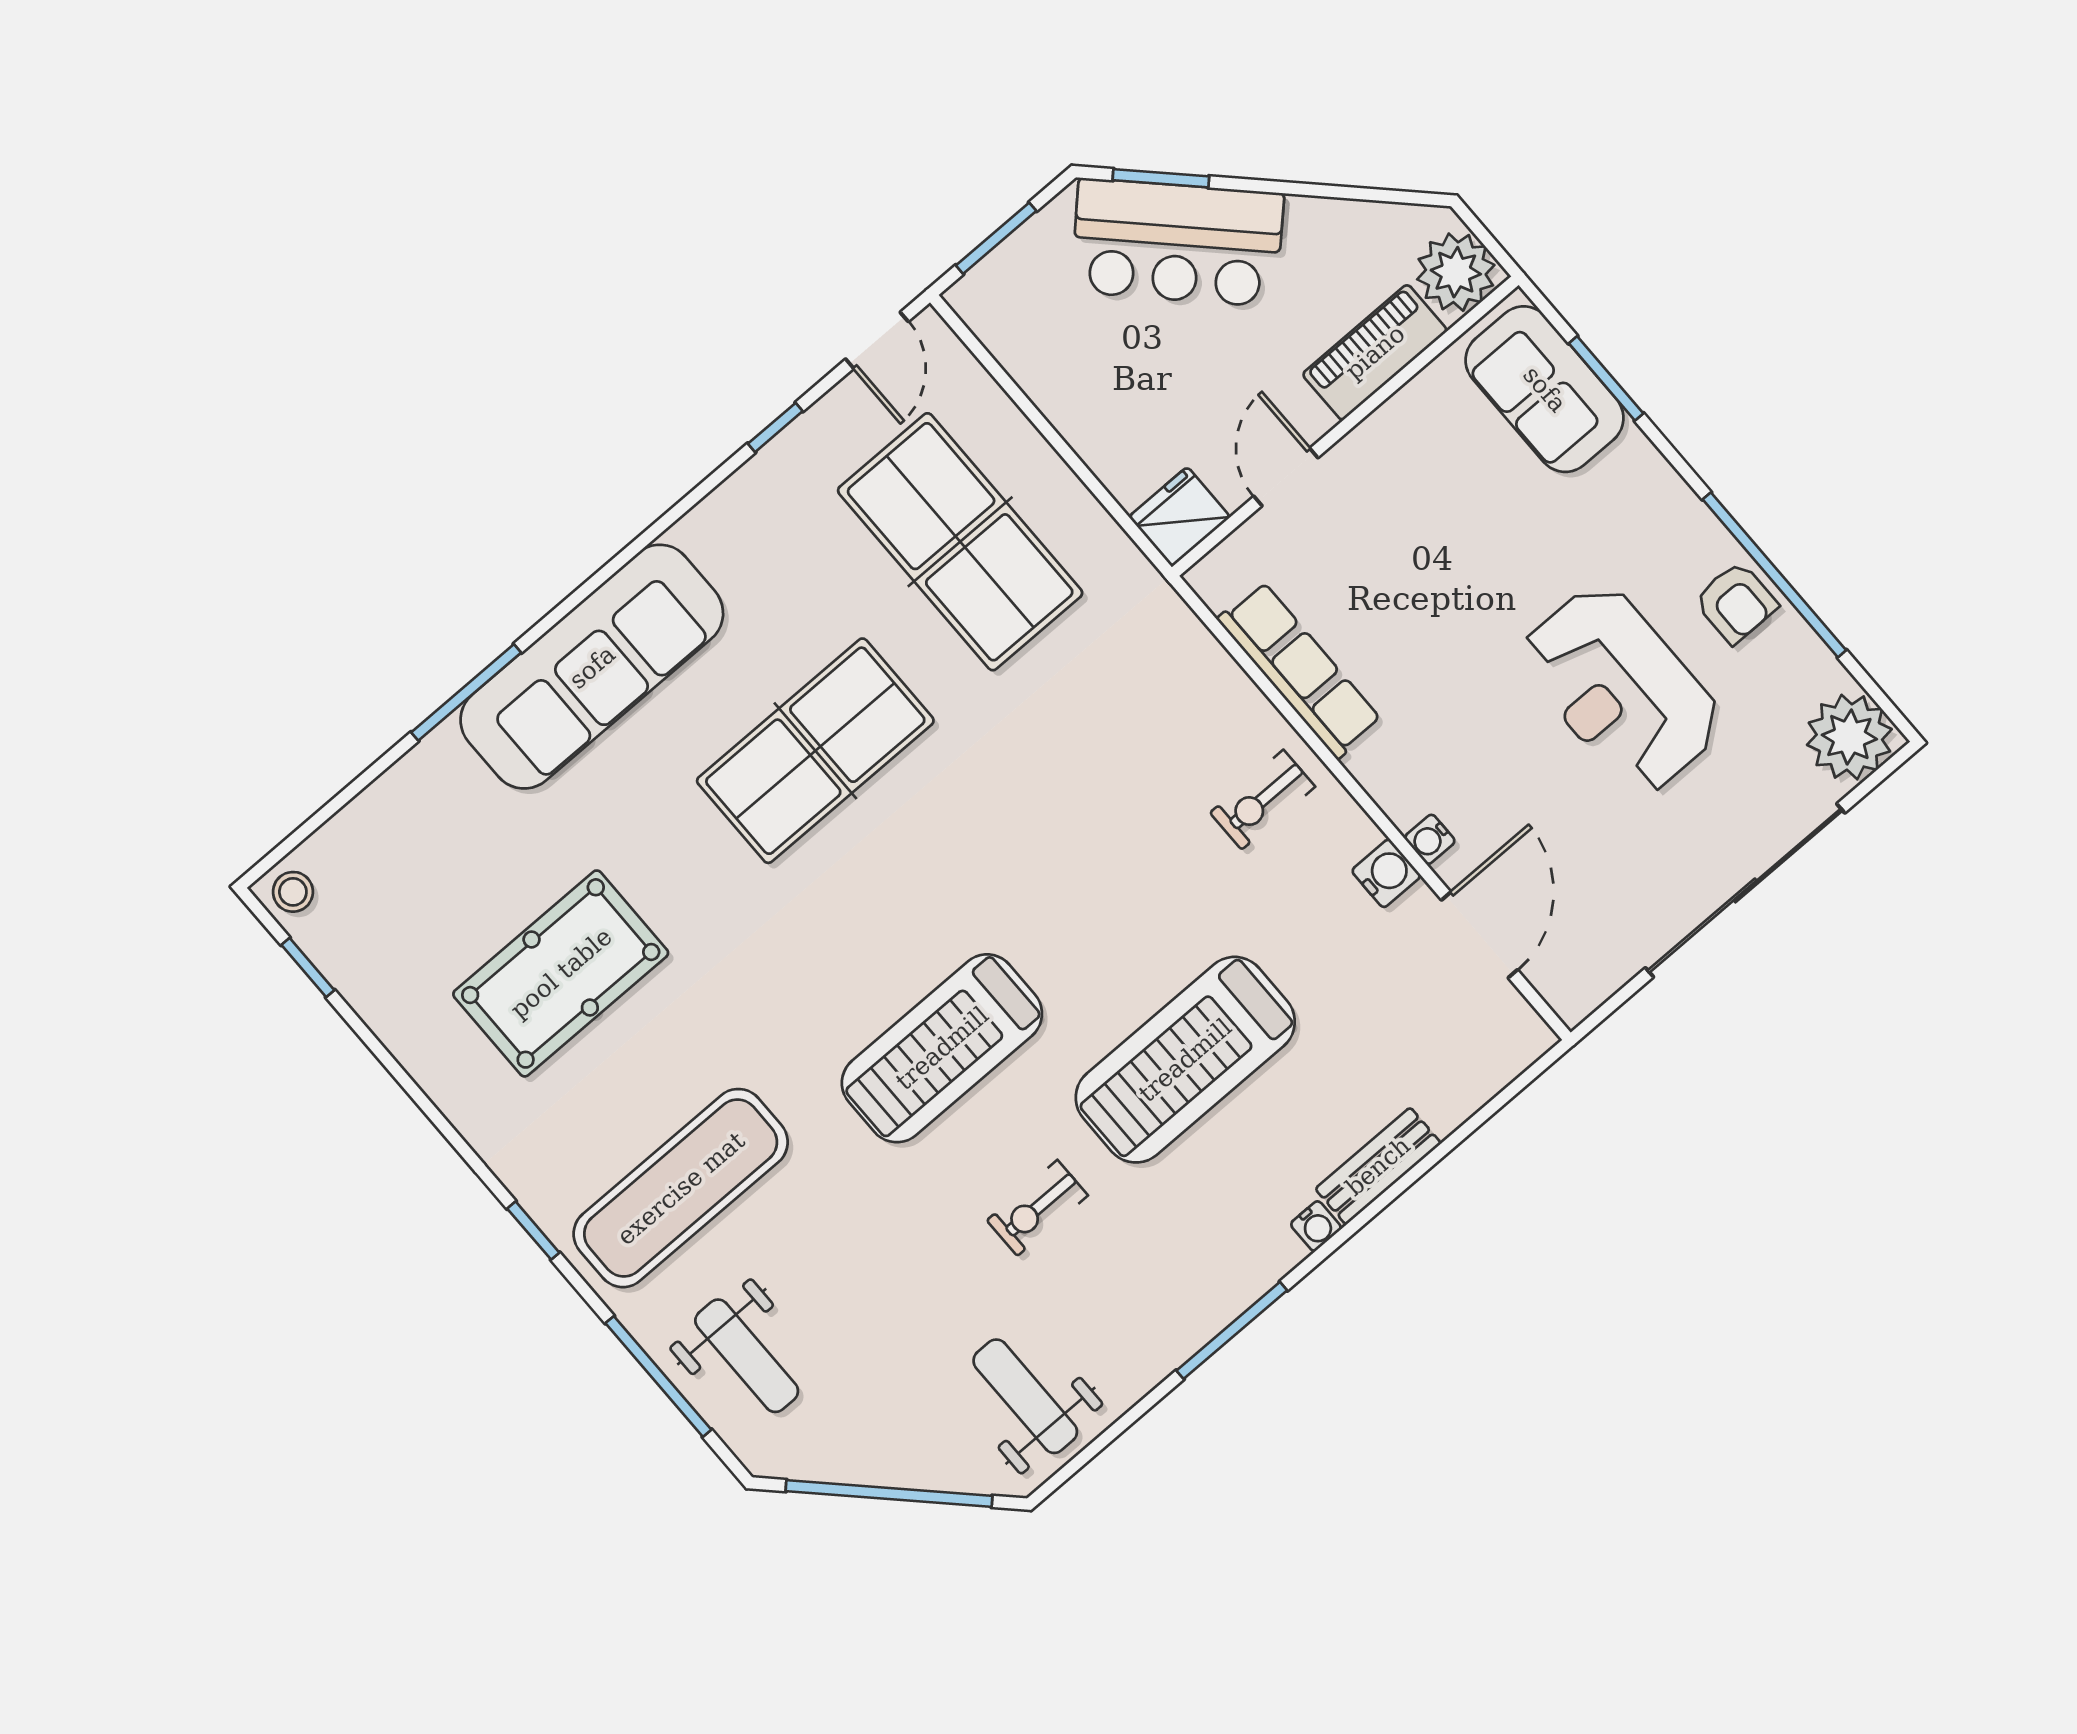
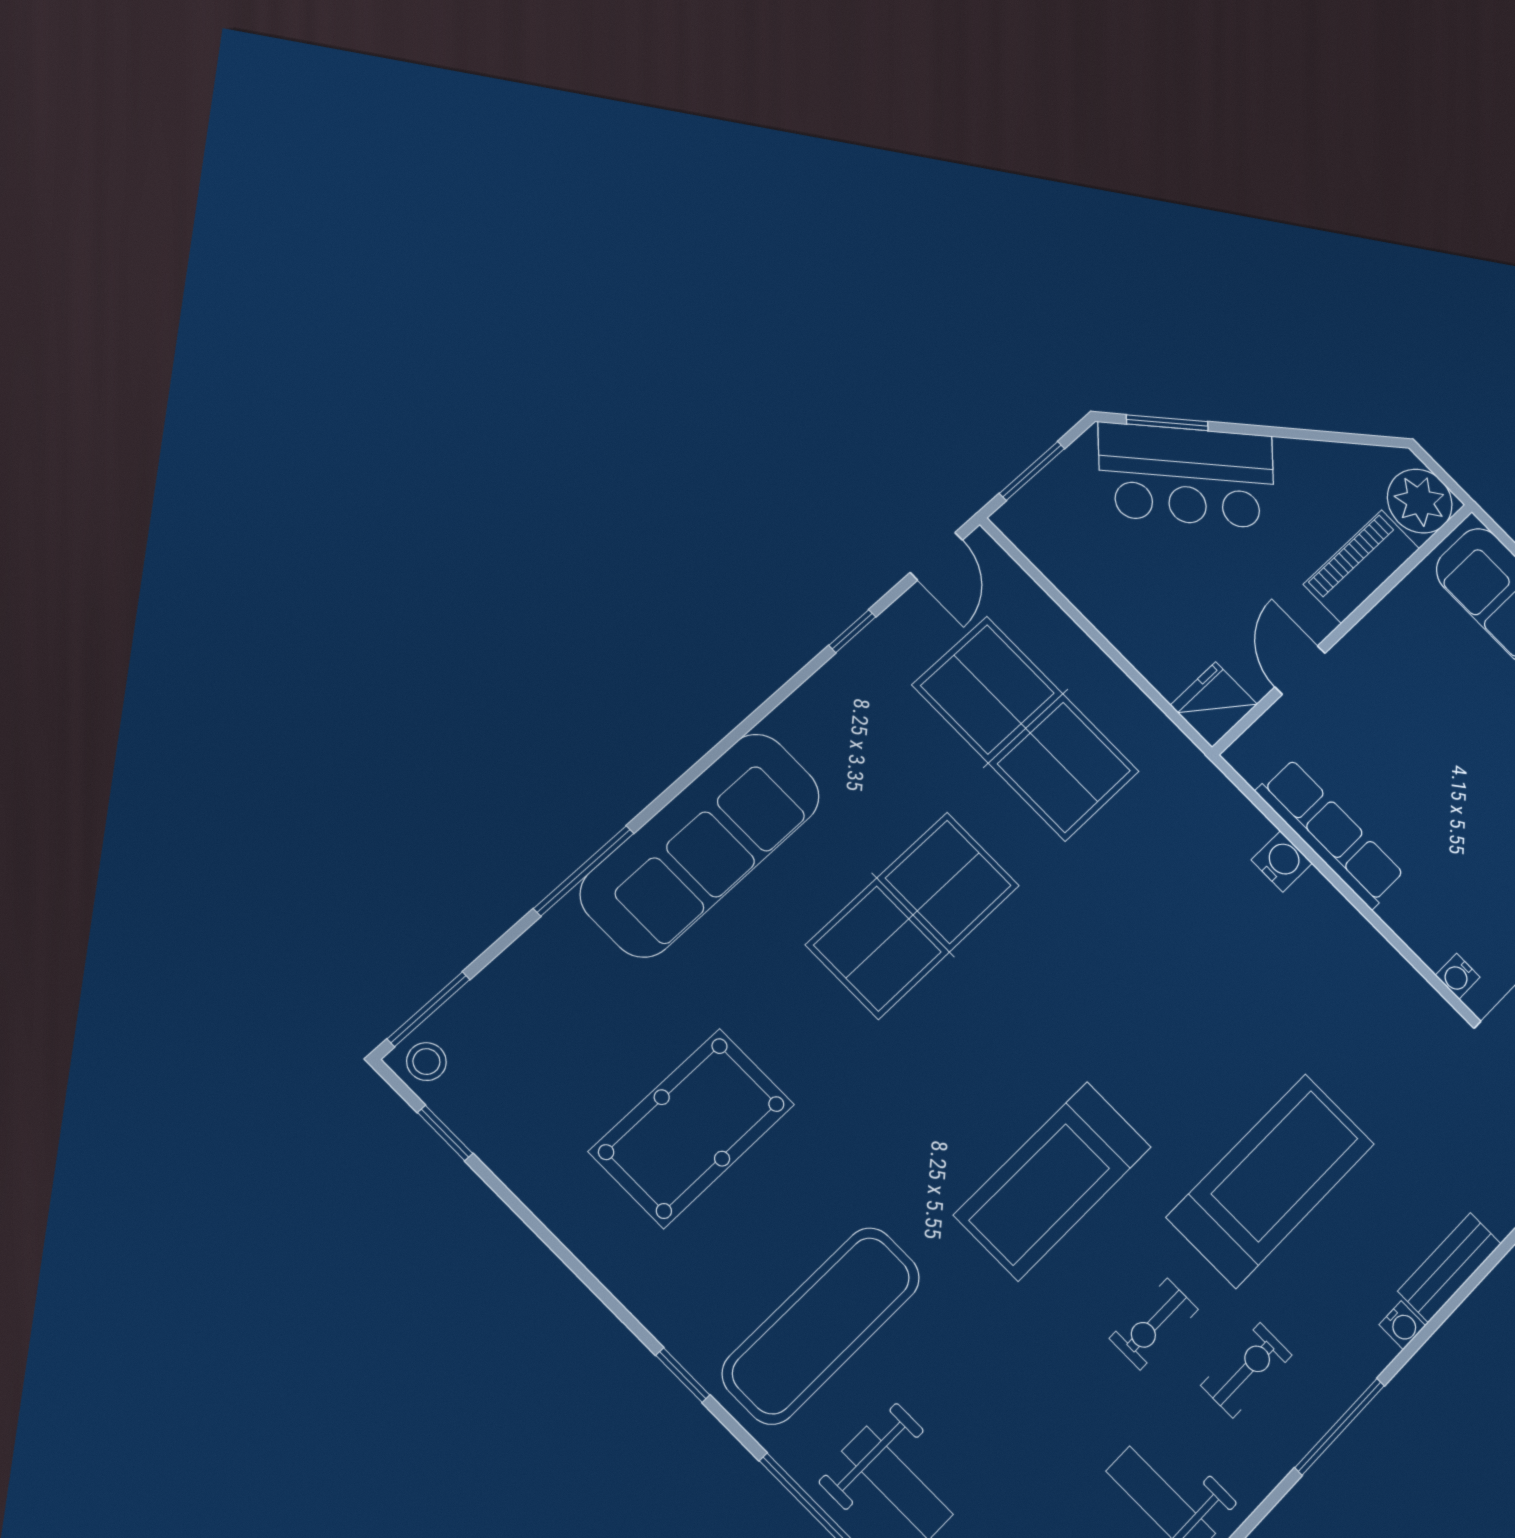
exercise bike: (1263, 800) -> (1246, 1370), moved, turned 180
window: (298, 837) -> (429, 1009), added
water cooler: (1386, 873) -> (1282, 861), moved
treadmill: (1185, 1060) -> (1271, 1180), turned 180

